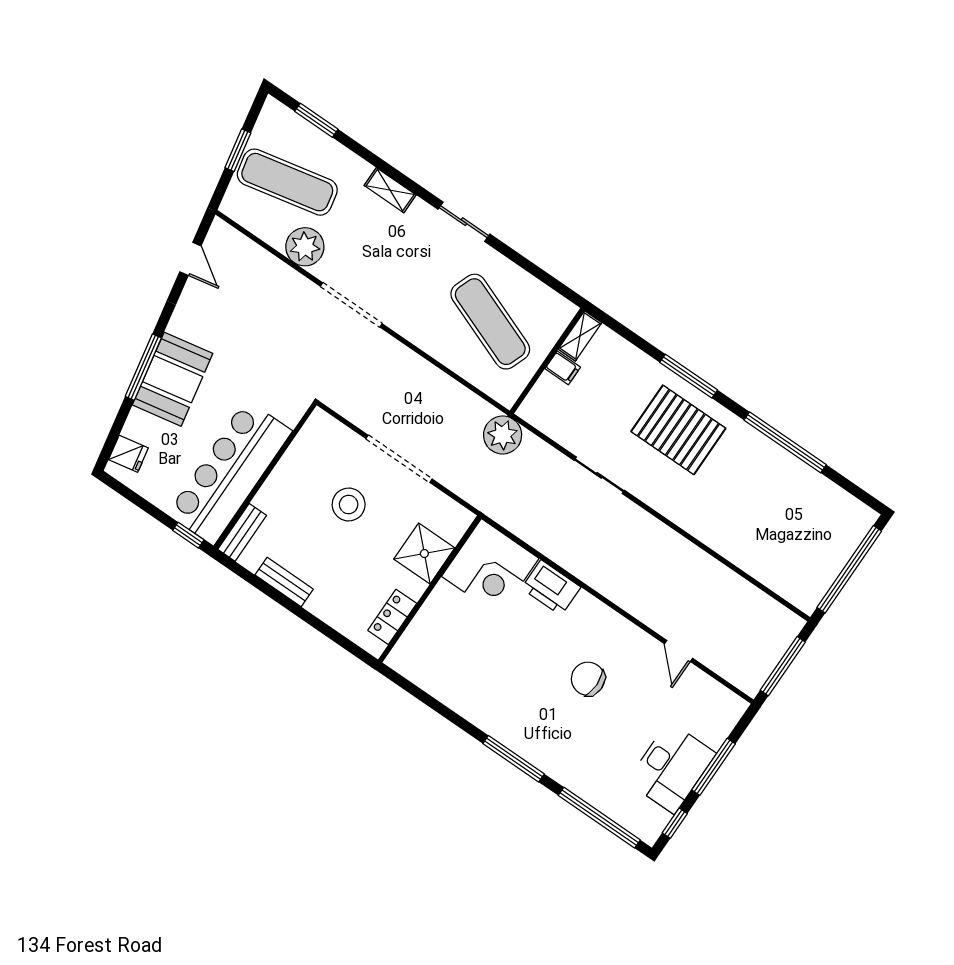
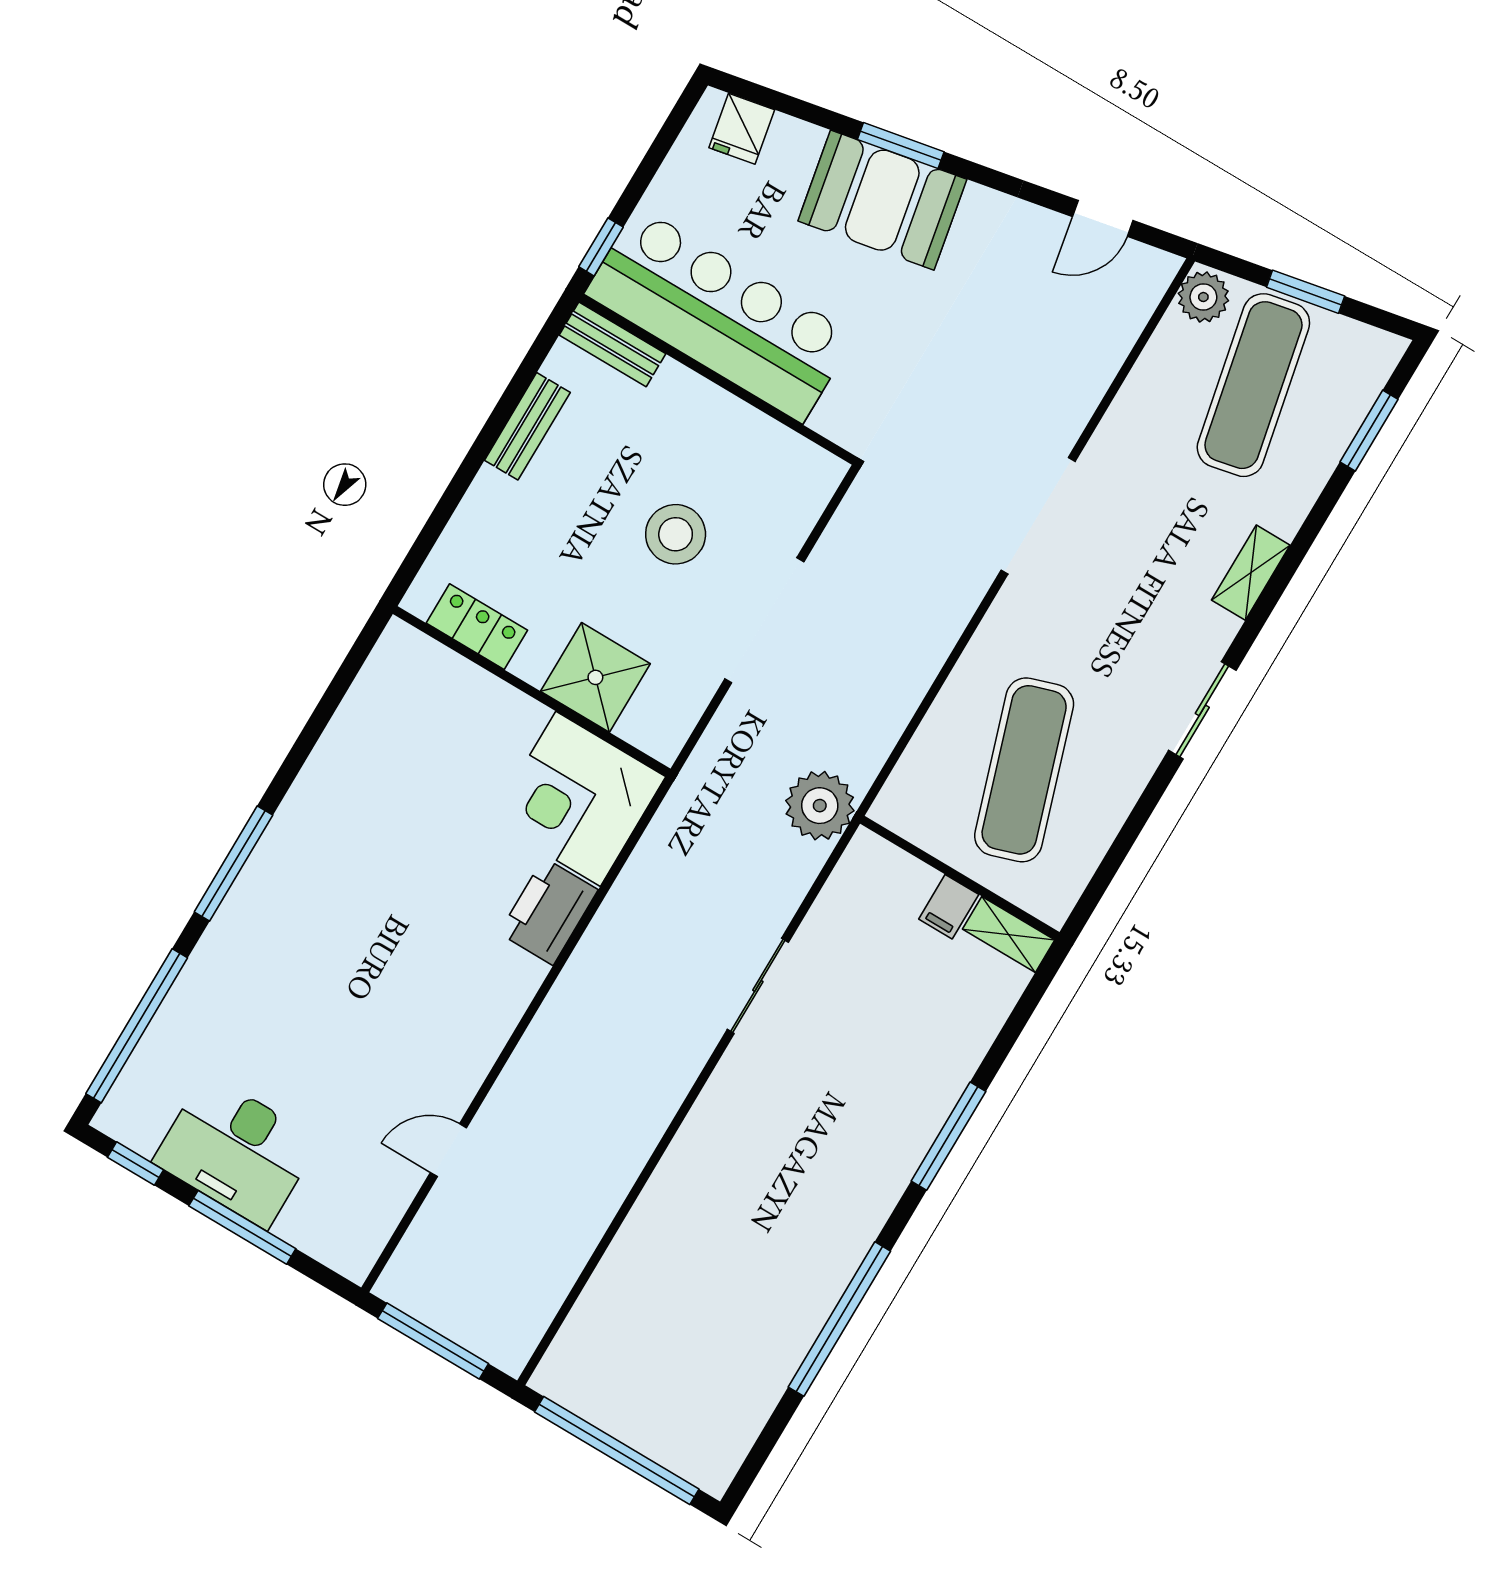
plant: (305, 247) -> (1203, 297), moved, width x0.73, depth x0.73
exercise mat: (490, 322) -> (1024, 770), turned -39
window: (143, 367) -> (901, 146), width x0.69
pallet: (678, 430) -> (850, 1124), removed
chair: (588, 679) -> (387, 989), removed

